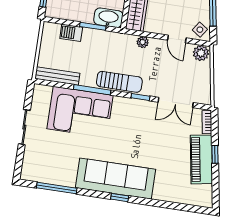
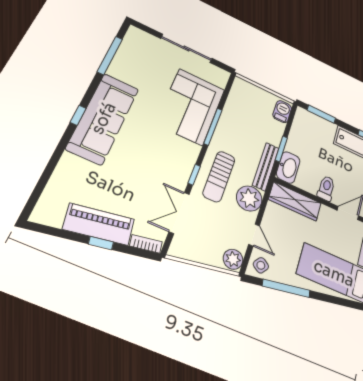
barbecue: (71, 33) -> (282, 112), moved
door: (177, 39) -> (254, 235), swing flipped
plant: (143, 42) -> (249, 198), width x1.88, depth x1.88
bench: (57, 76) -> (266, 166), moved
sun lounger: (119, 82) -> (219, 176), moved
sliding door: (24, 127) -> (187, 49), width x1.37

